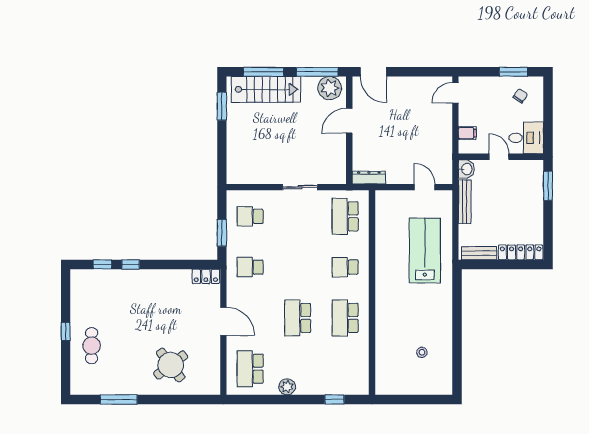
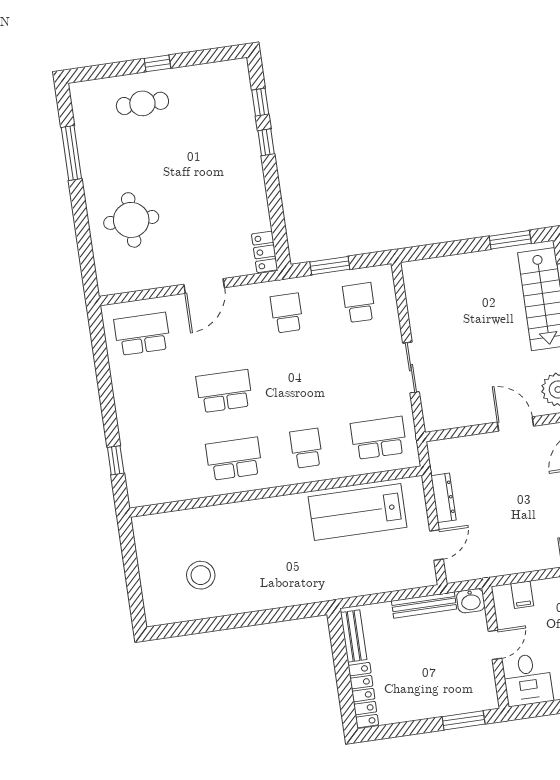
dresser: (369, 178) -> (444, 498), moved
lab bench: (425, 250) -> (358, 512), moved, turned 180
stool: (422, 352) -> (201, 575), width x1.89, depth x1.89
round table: (171, 365) -> (131, 220), turned 37
plant: (287, 387) -> (124, 390), removed

